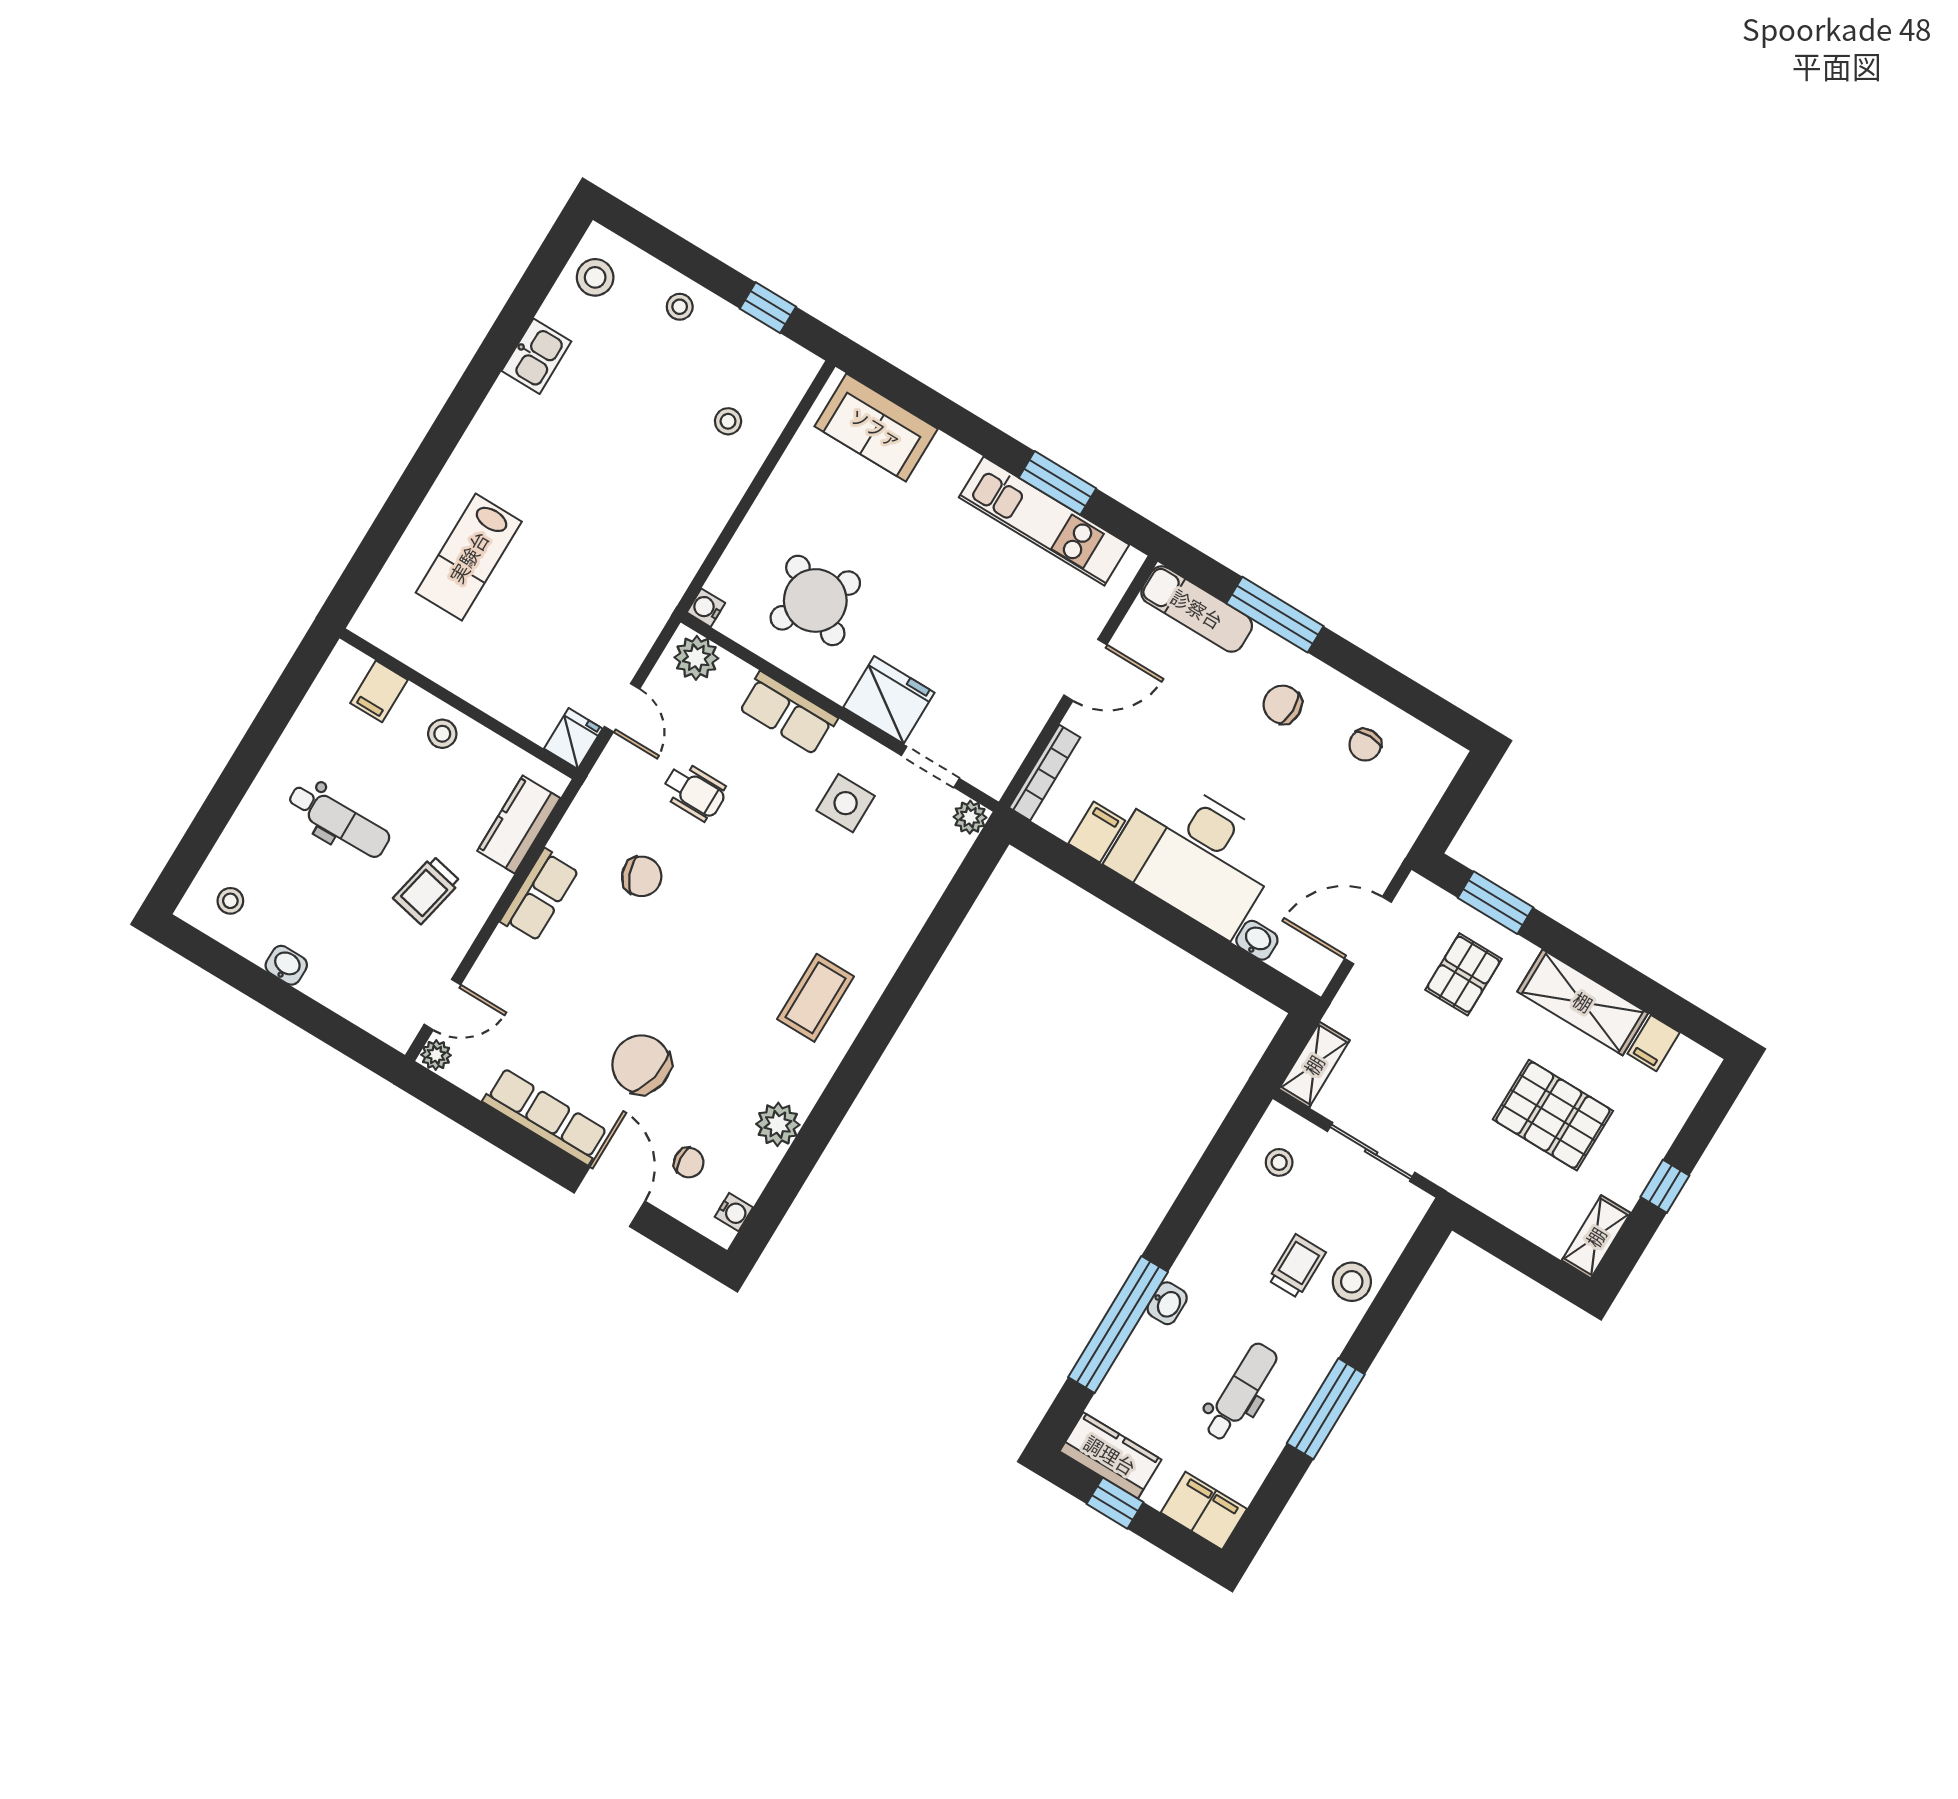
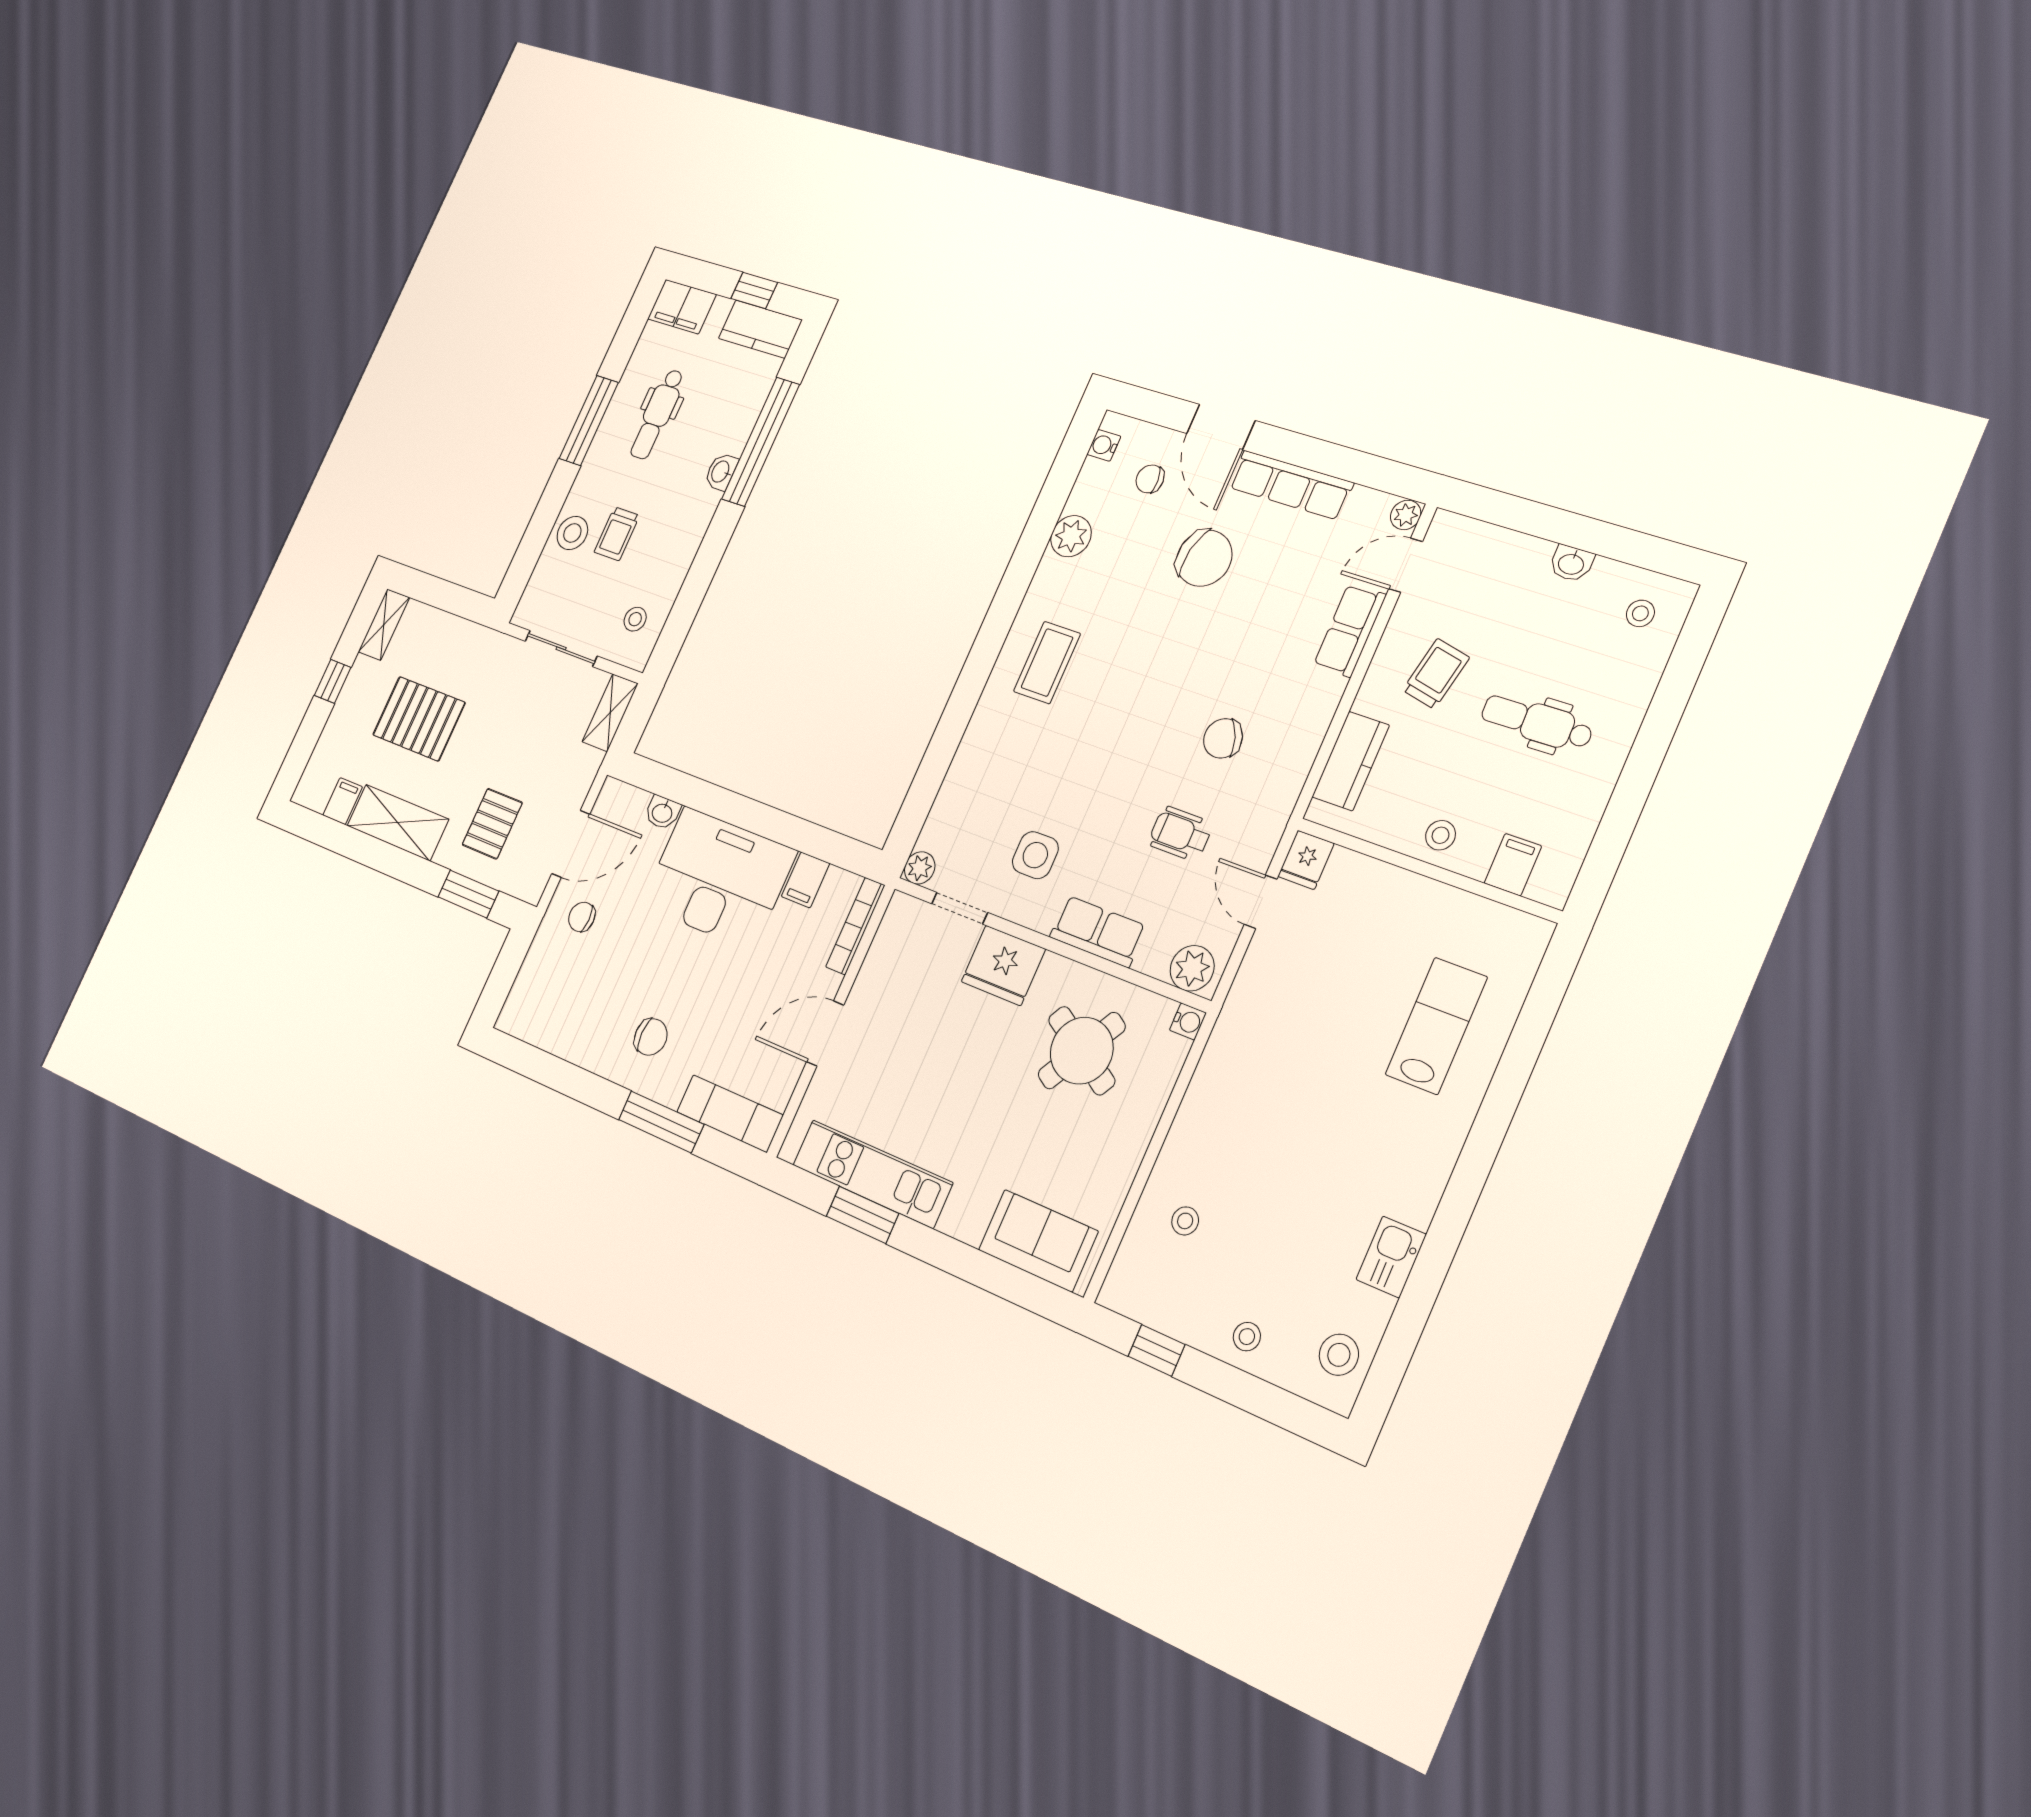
chair: (1365, 745) -> (582, 917), moved, turned -90
row of seats: (540, 895) -> (1350, 630), moved

